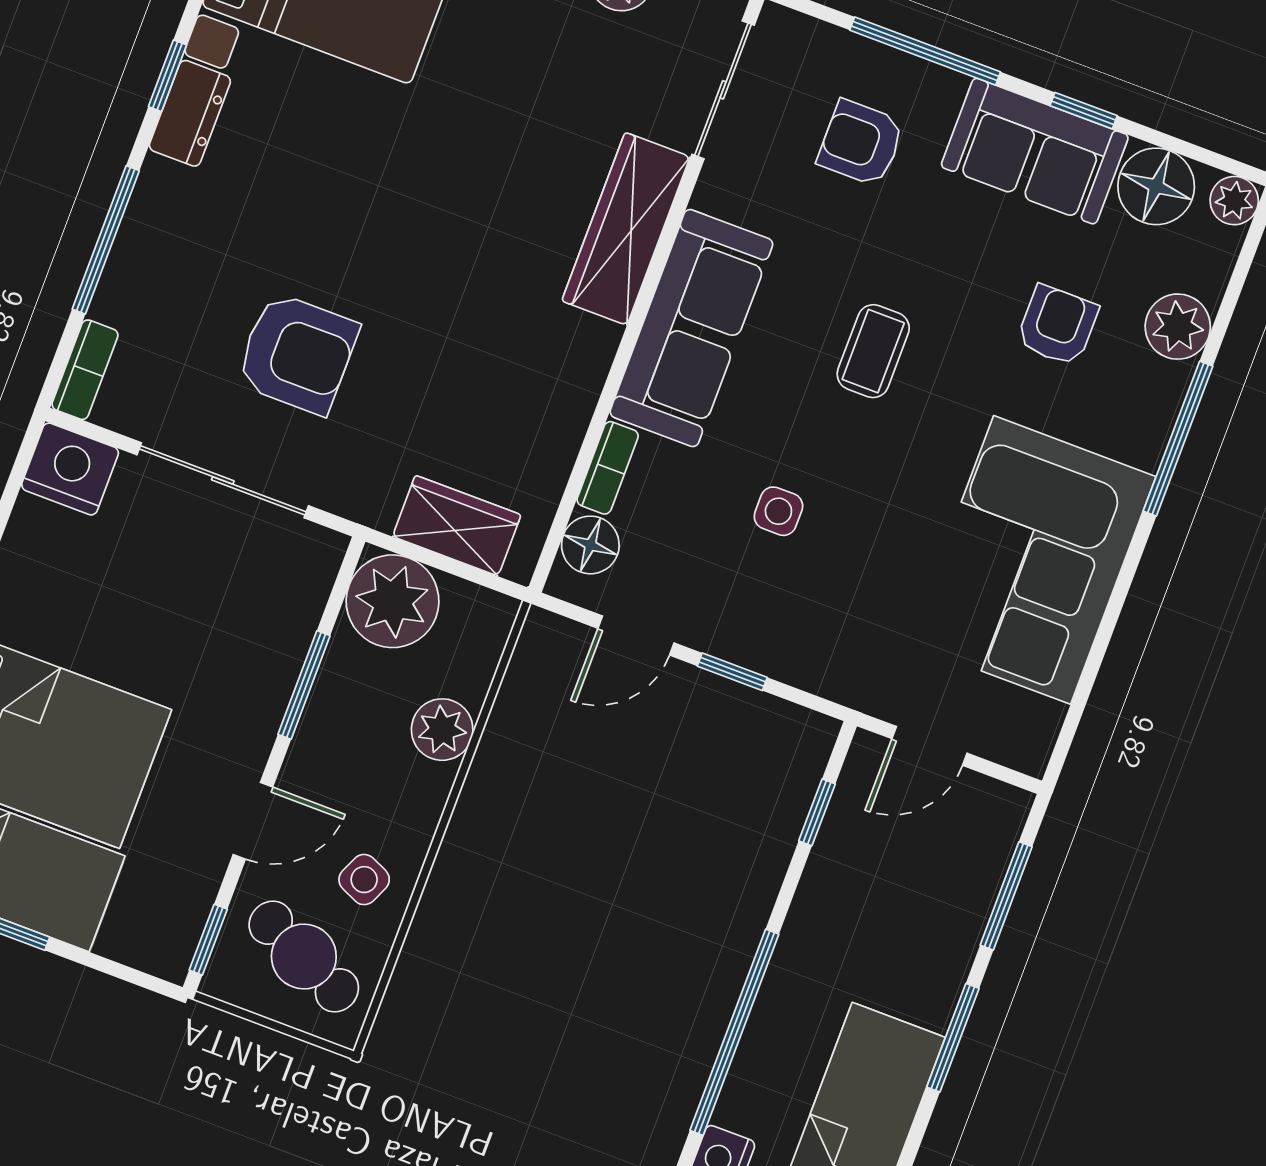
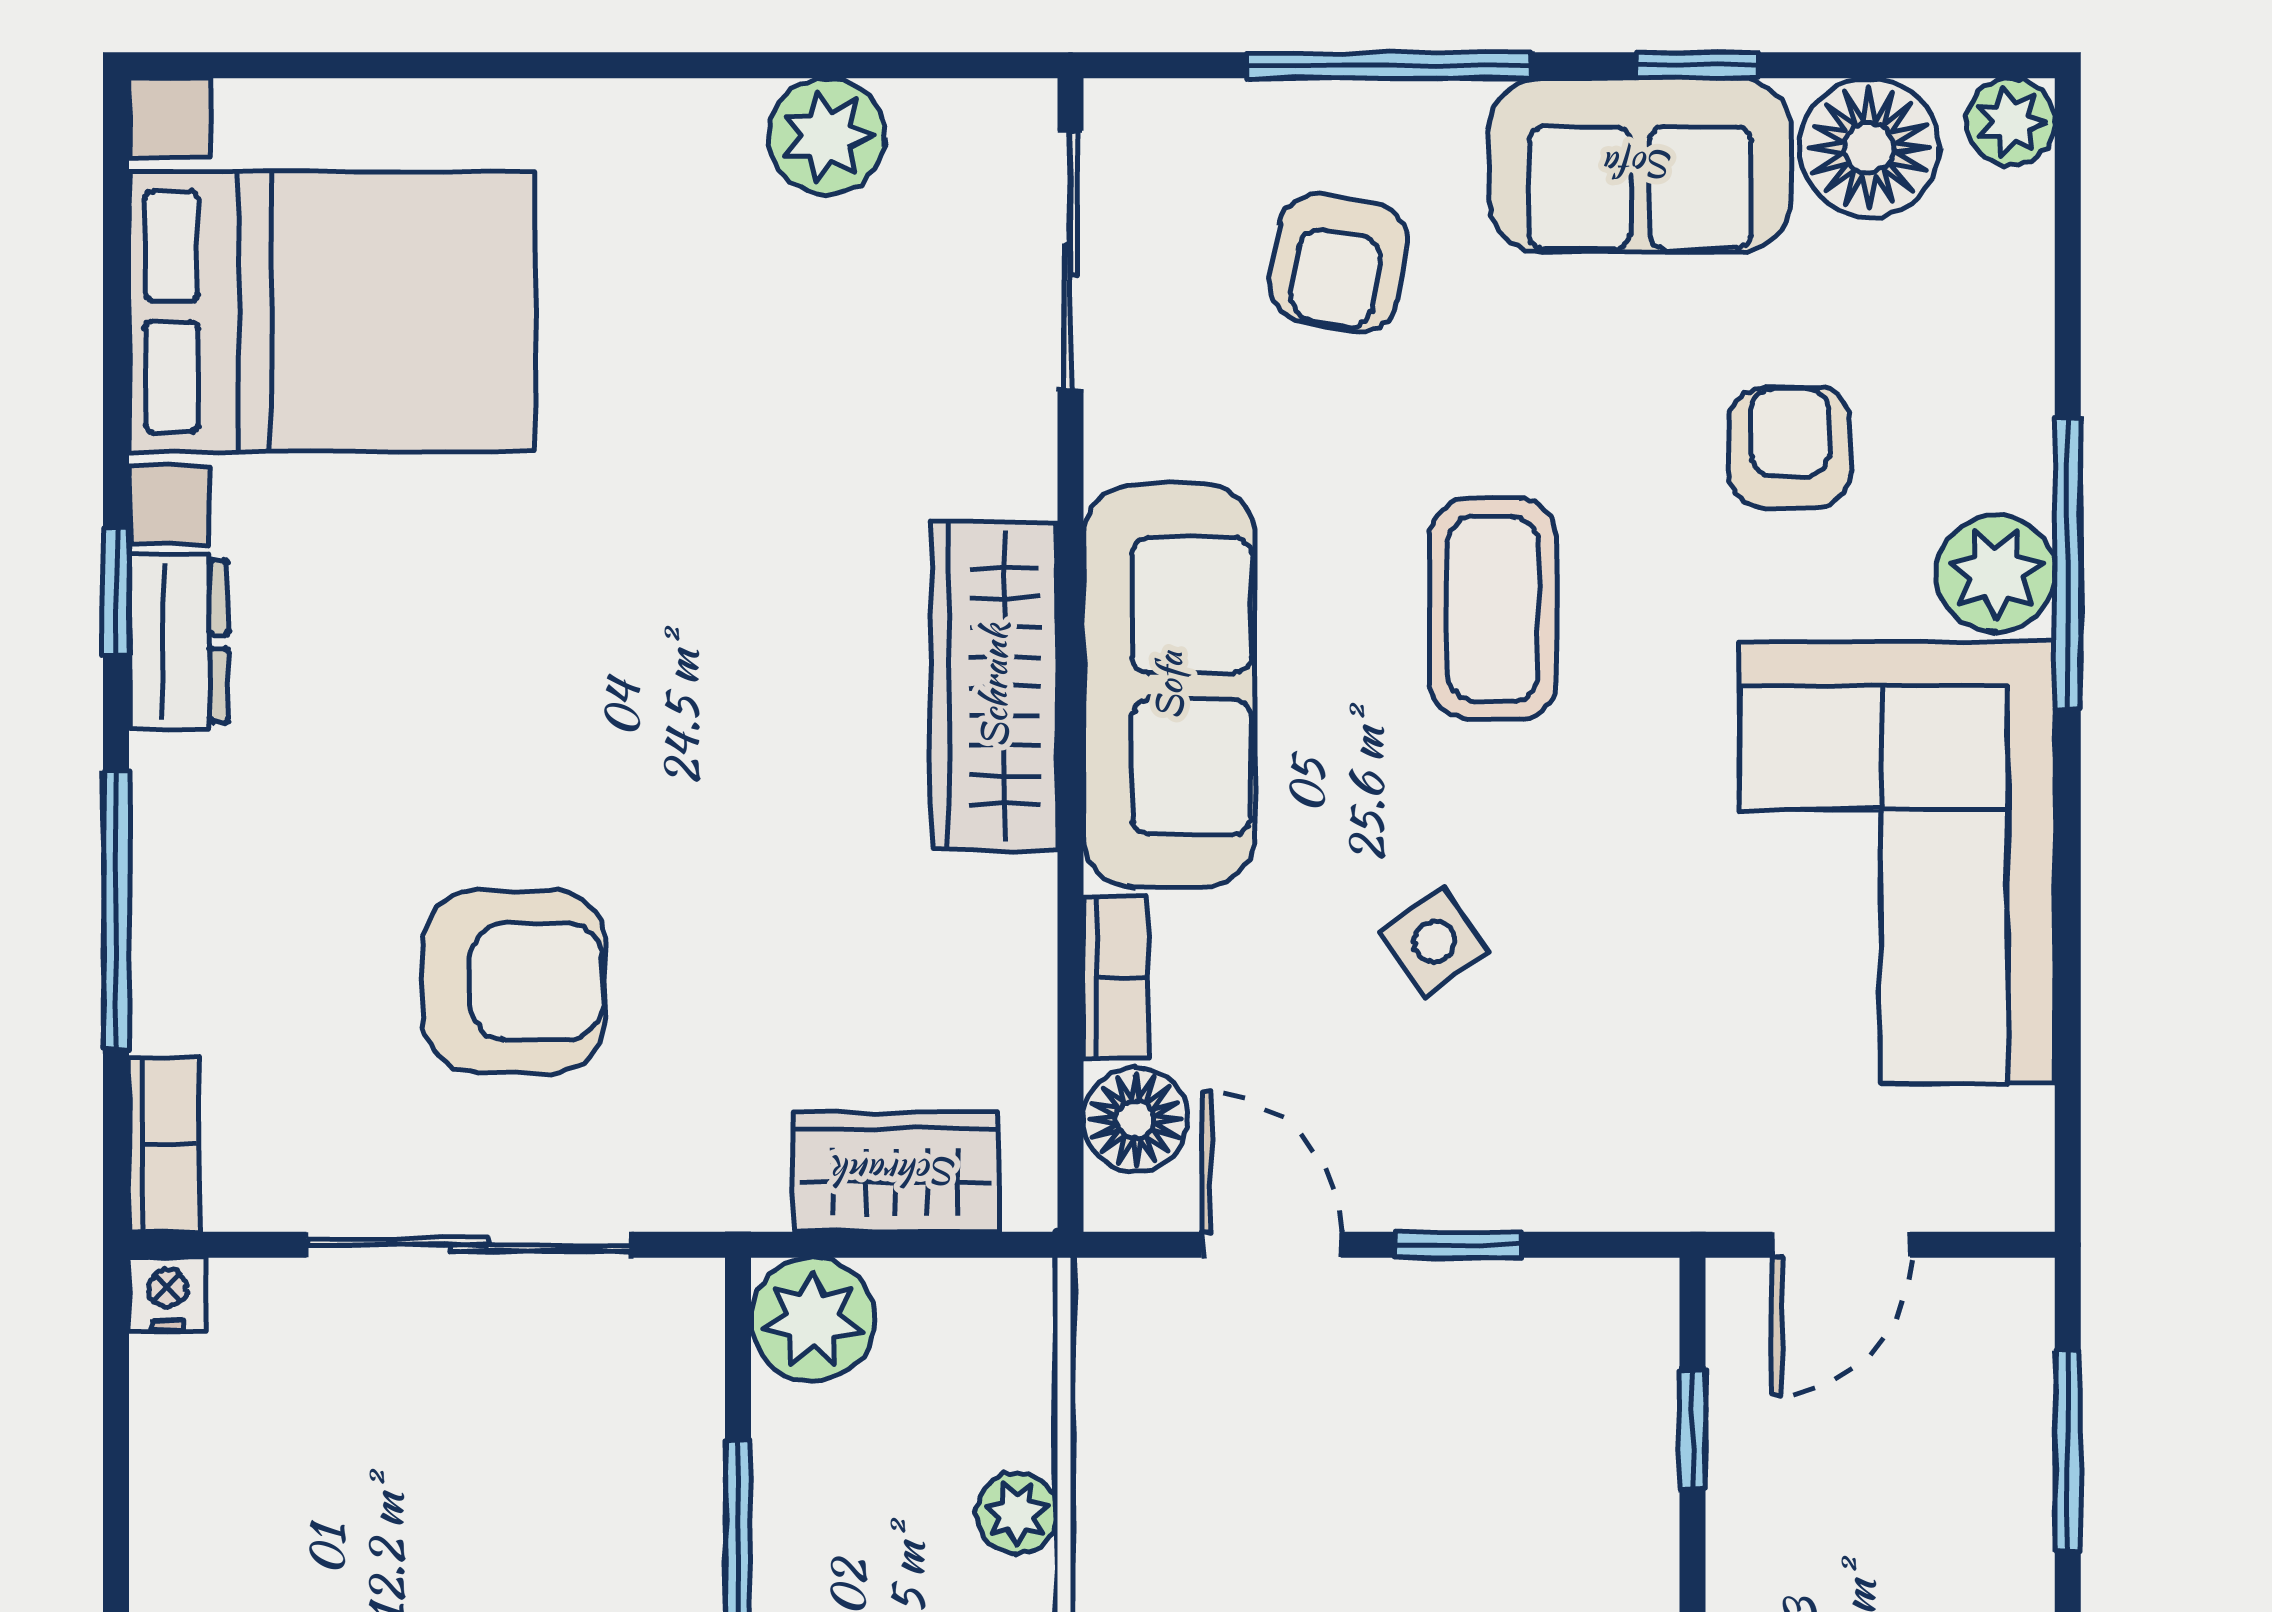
armchair: (861, 143) -> (1339, 263), turned -80
wardrobe: (626, 229) -> (994, 686), moved
plant: (1178, 327) -> (1996, 573), moved
coffee table: (873, 351) -> (1493, 609), width x1.36, depth x1.30
nightstand: (70, 469) -> (168, 1294), width x0.53, depth x0.56
side table: (778, 511) -> (1434, 942), turned -35
plant: (393, 601) -> (813, 1319), width x0.73, depth x0.73
door: (636, 636) -> (1271, 1245), swing flipped
plant: (442, 730) -> (1017, 1513), width x0.73, depth x0.73

